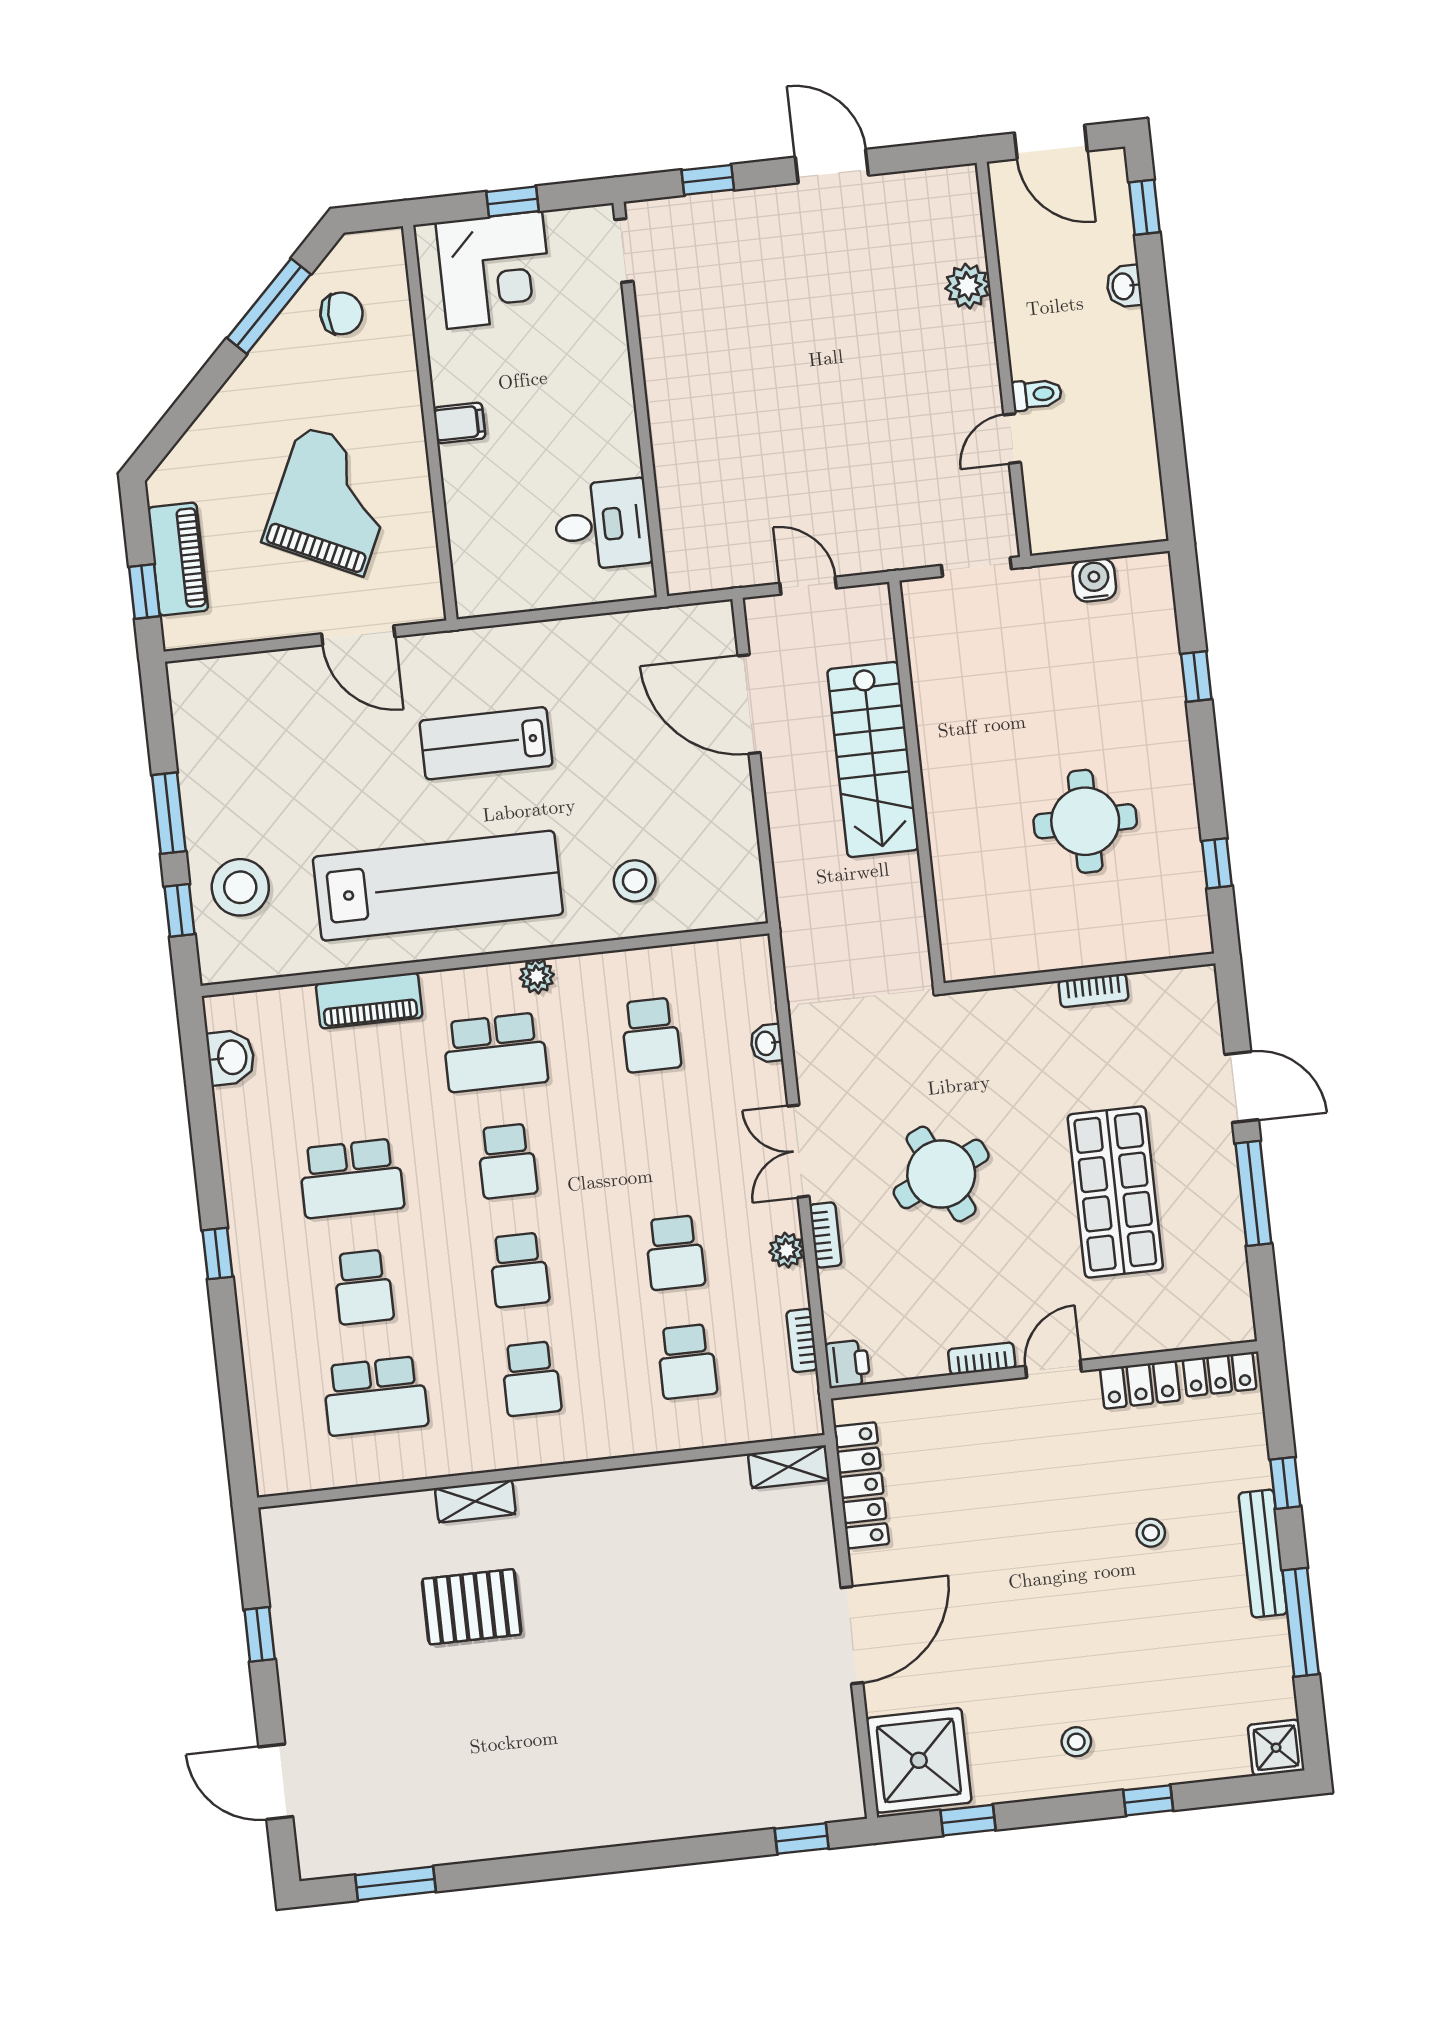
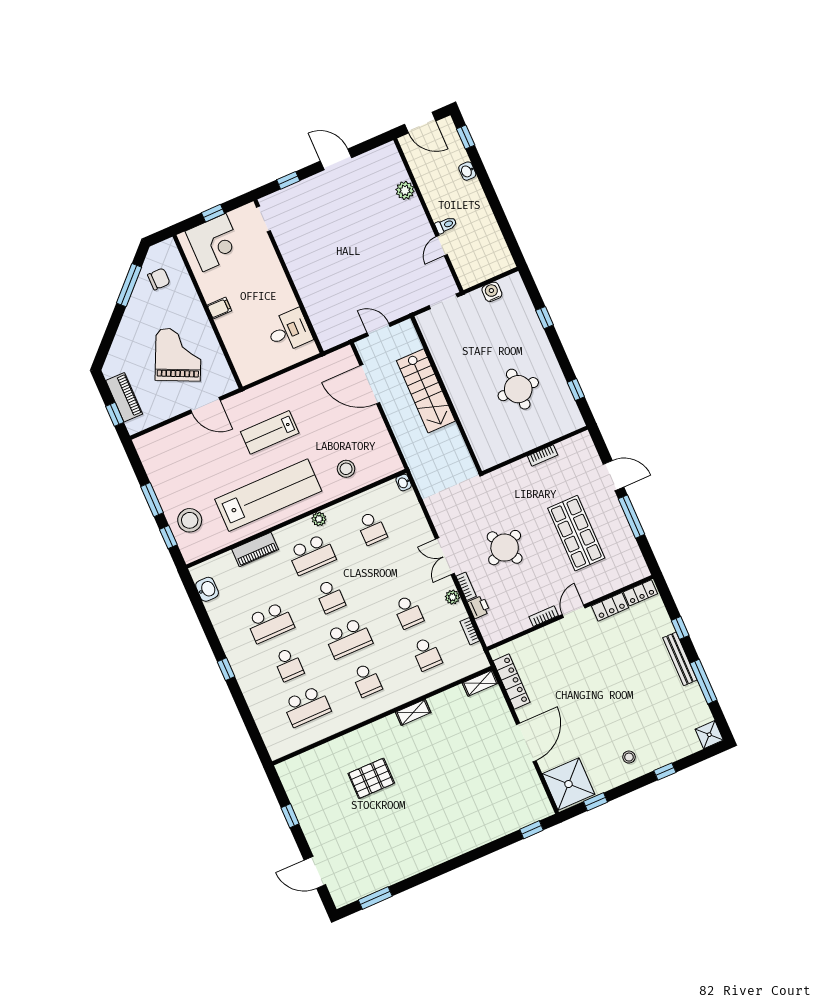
washbasin: (766, 1043) -> (404, 483), moved
school desk: (519, 1270) -> (348, 638), width x1.85
printer: (848, 1364) -> (479, 607), moved
shelving: (475, 1501) -> (413, 712), moved
stool: (1151, 1533) -> (633, 665), removed

